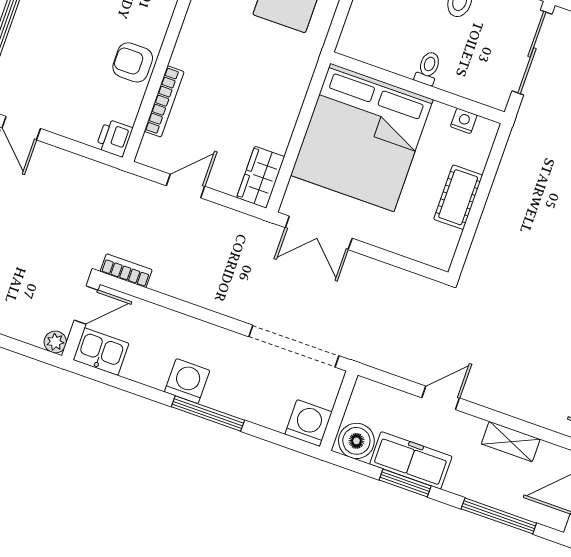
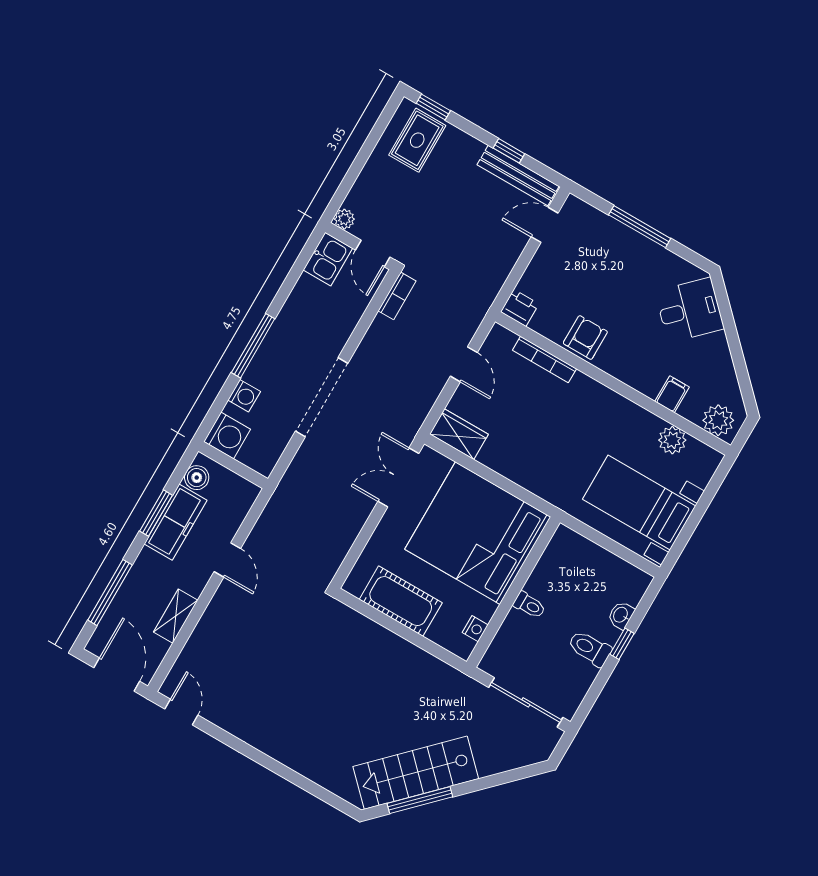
cot: (458, 197) -> (401, 601), width x1.37, depth x1.34
doorway: (294, 346) -> (322, 397), moved
washing machine: (187, 381) -> (244, 396), moved, width x0.73, depth x0.73
boiler: (356, 441) -> (197, 478), width x0.73, depth x0.73

